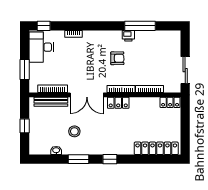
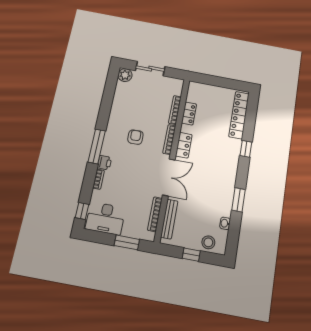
window: (140, 26) -> (97, 146), moved
printer: (128, 36) -> (104, 163), moved
plant: (174, 37) -> (125, 75), added
sliding door: (185, 70) -> (150, 69), moved
locker: (170, 102) -> (189, 114), moved
stool: (74, 131) -> (208, 242), moved
window: (110, 159) -> (246, 149), moved

